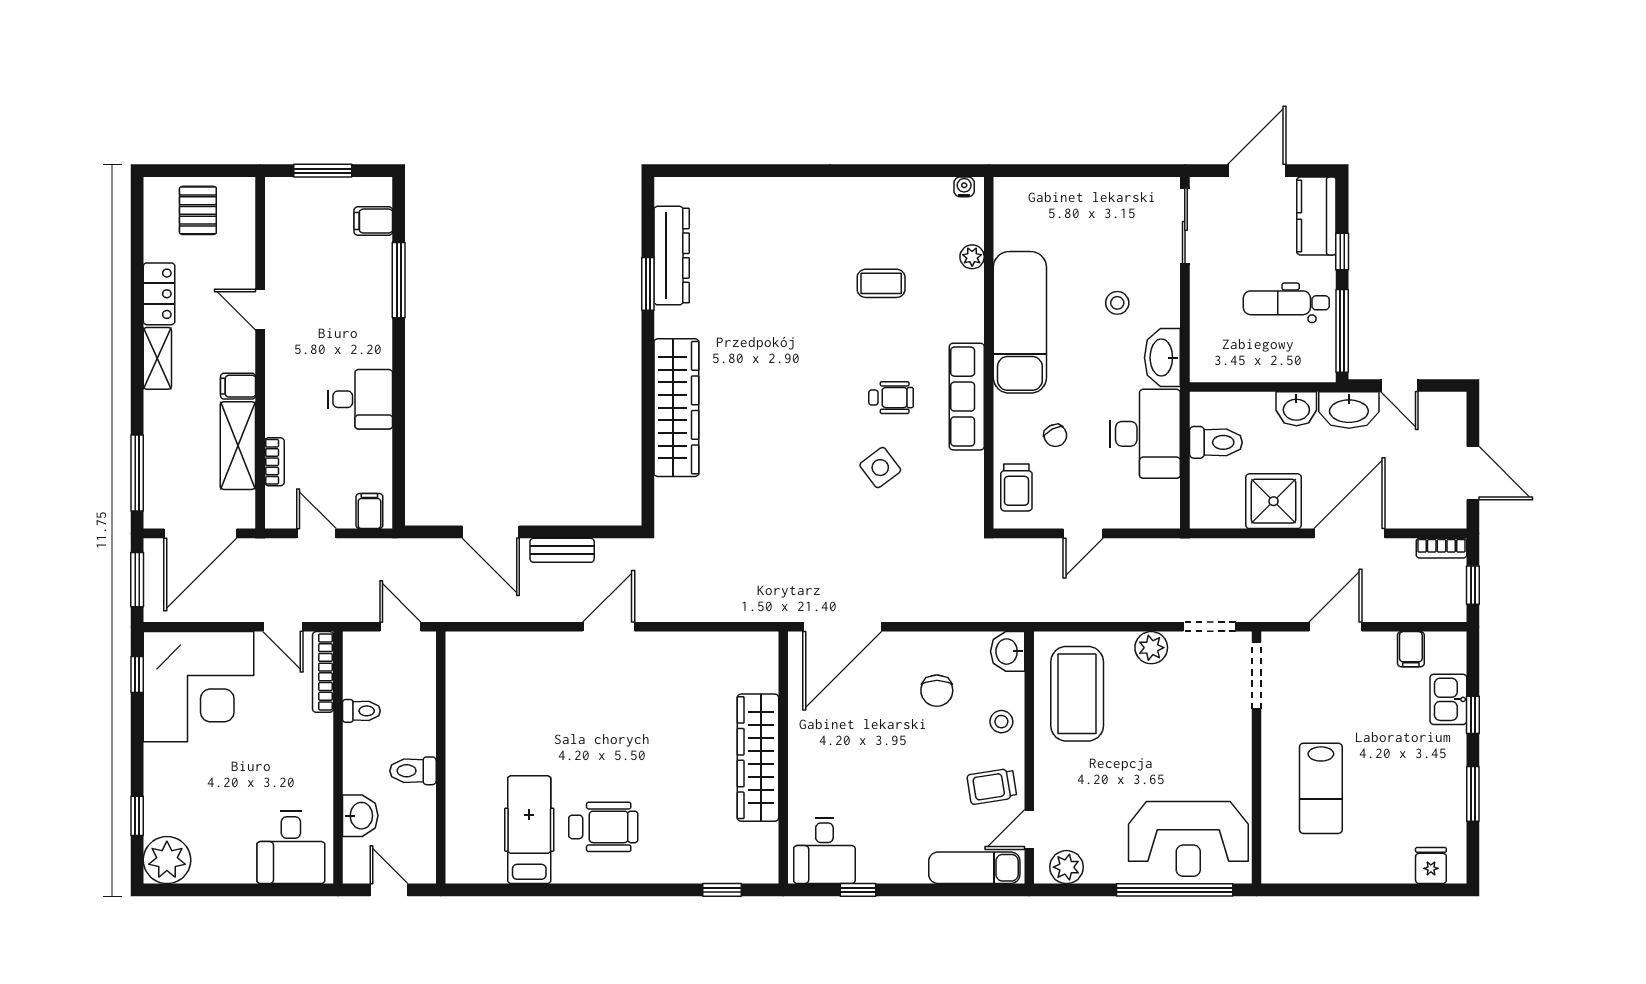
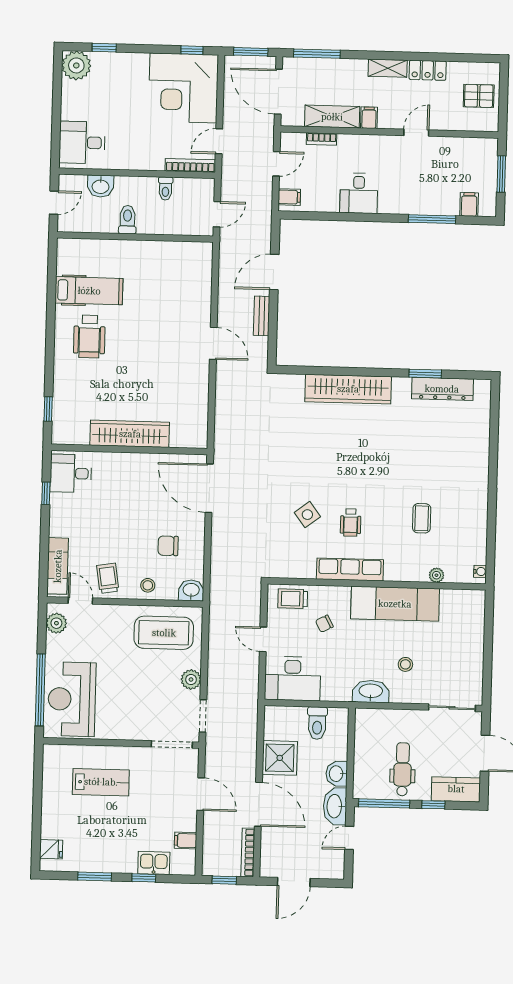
desk: (1145, 434) -> (293, 679), moved
bookcase: (1441, 548) -> (248, 852), width x1.56
lab bench: (1321, 788) -> (101, 782), turned 180

